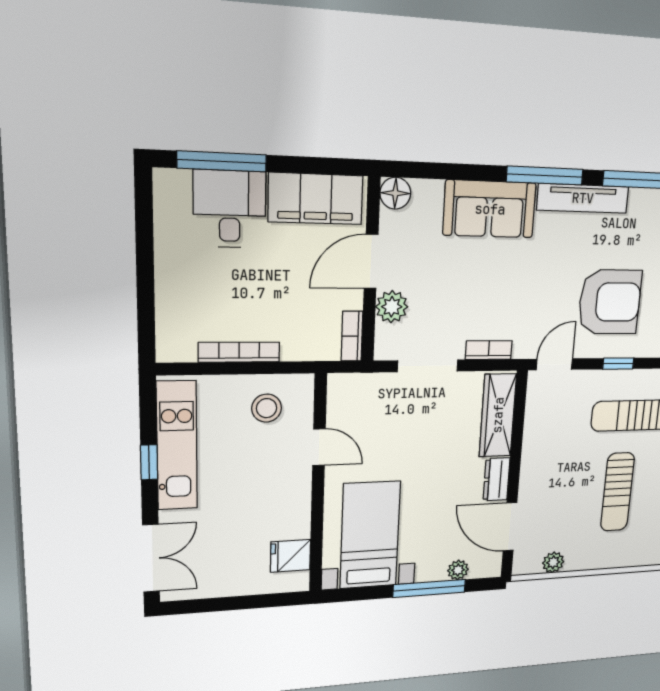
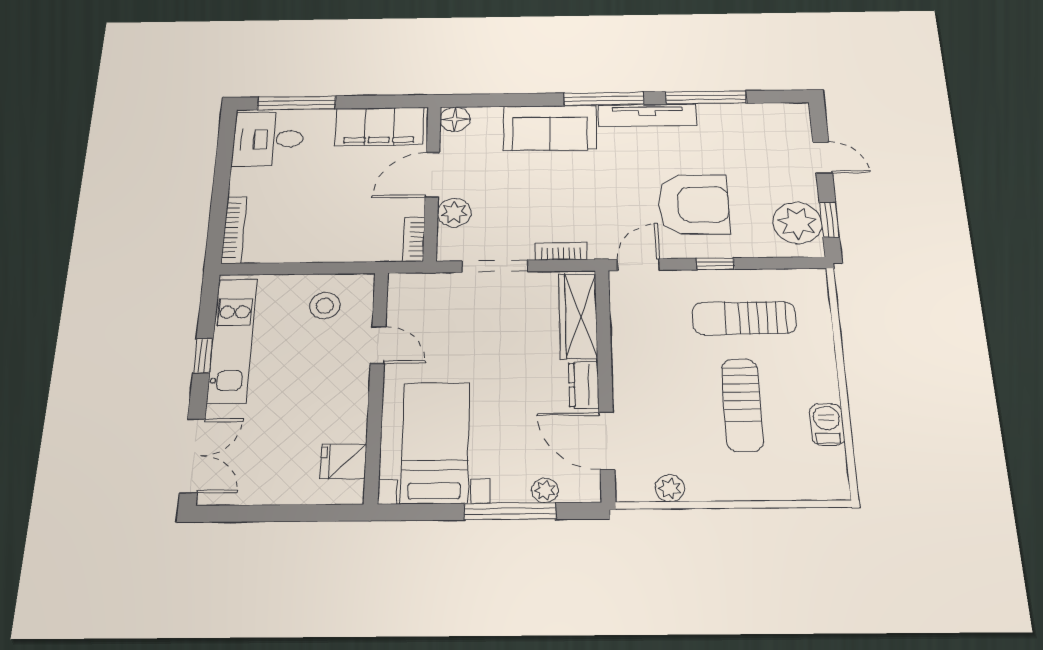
desk: (230, 209) -> (268, 139), moved, turned -90
bookcase: (239, 352) -> (234, 230), moved, turned 90

